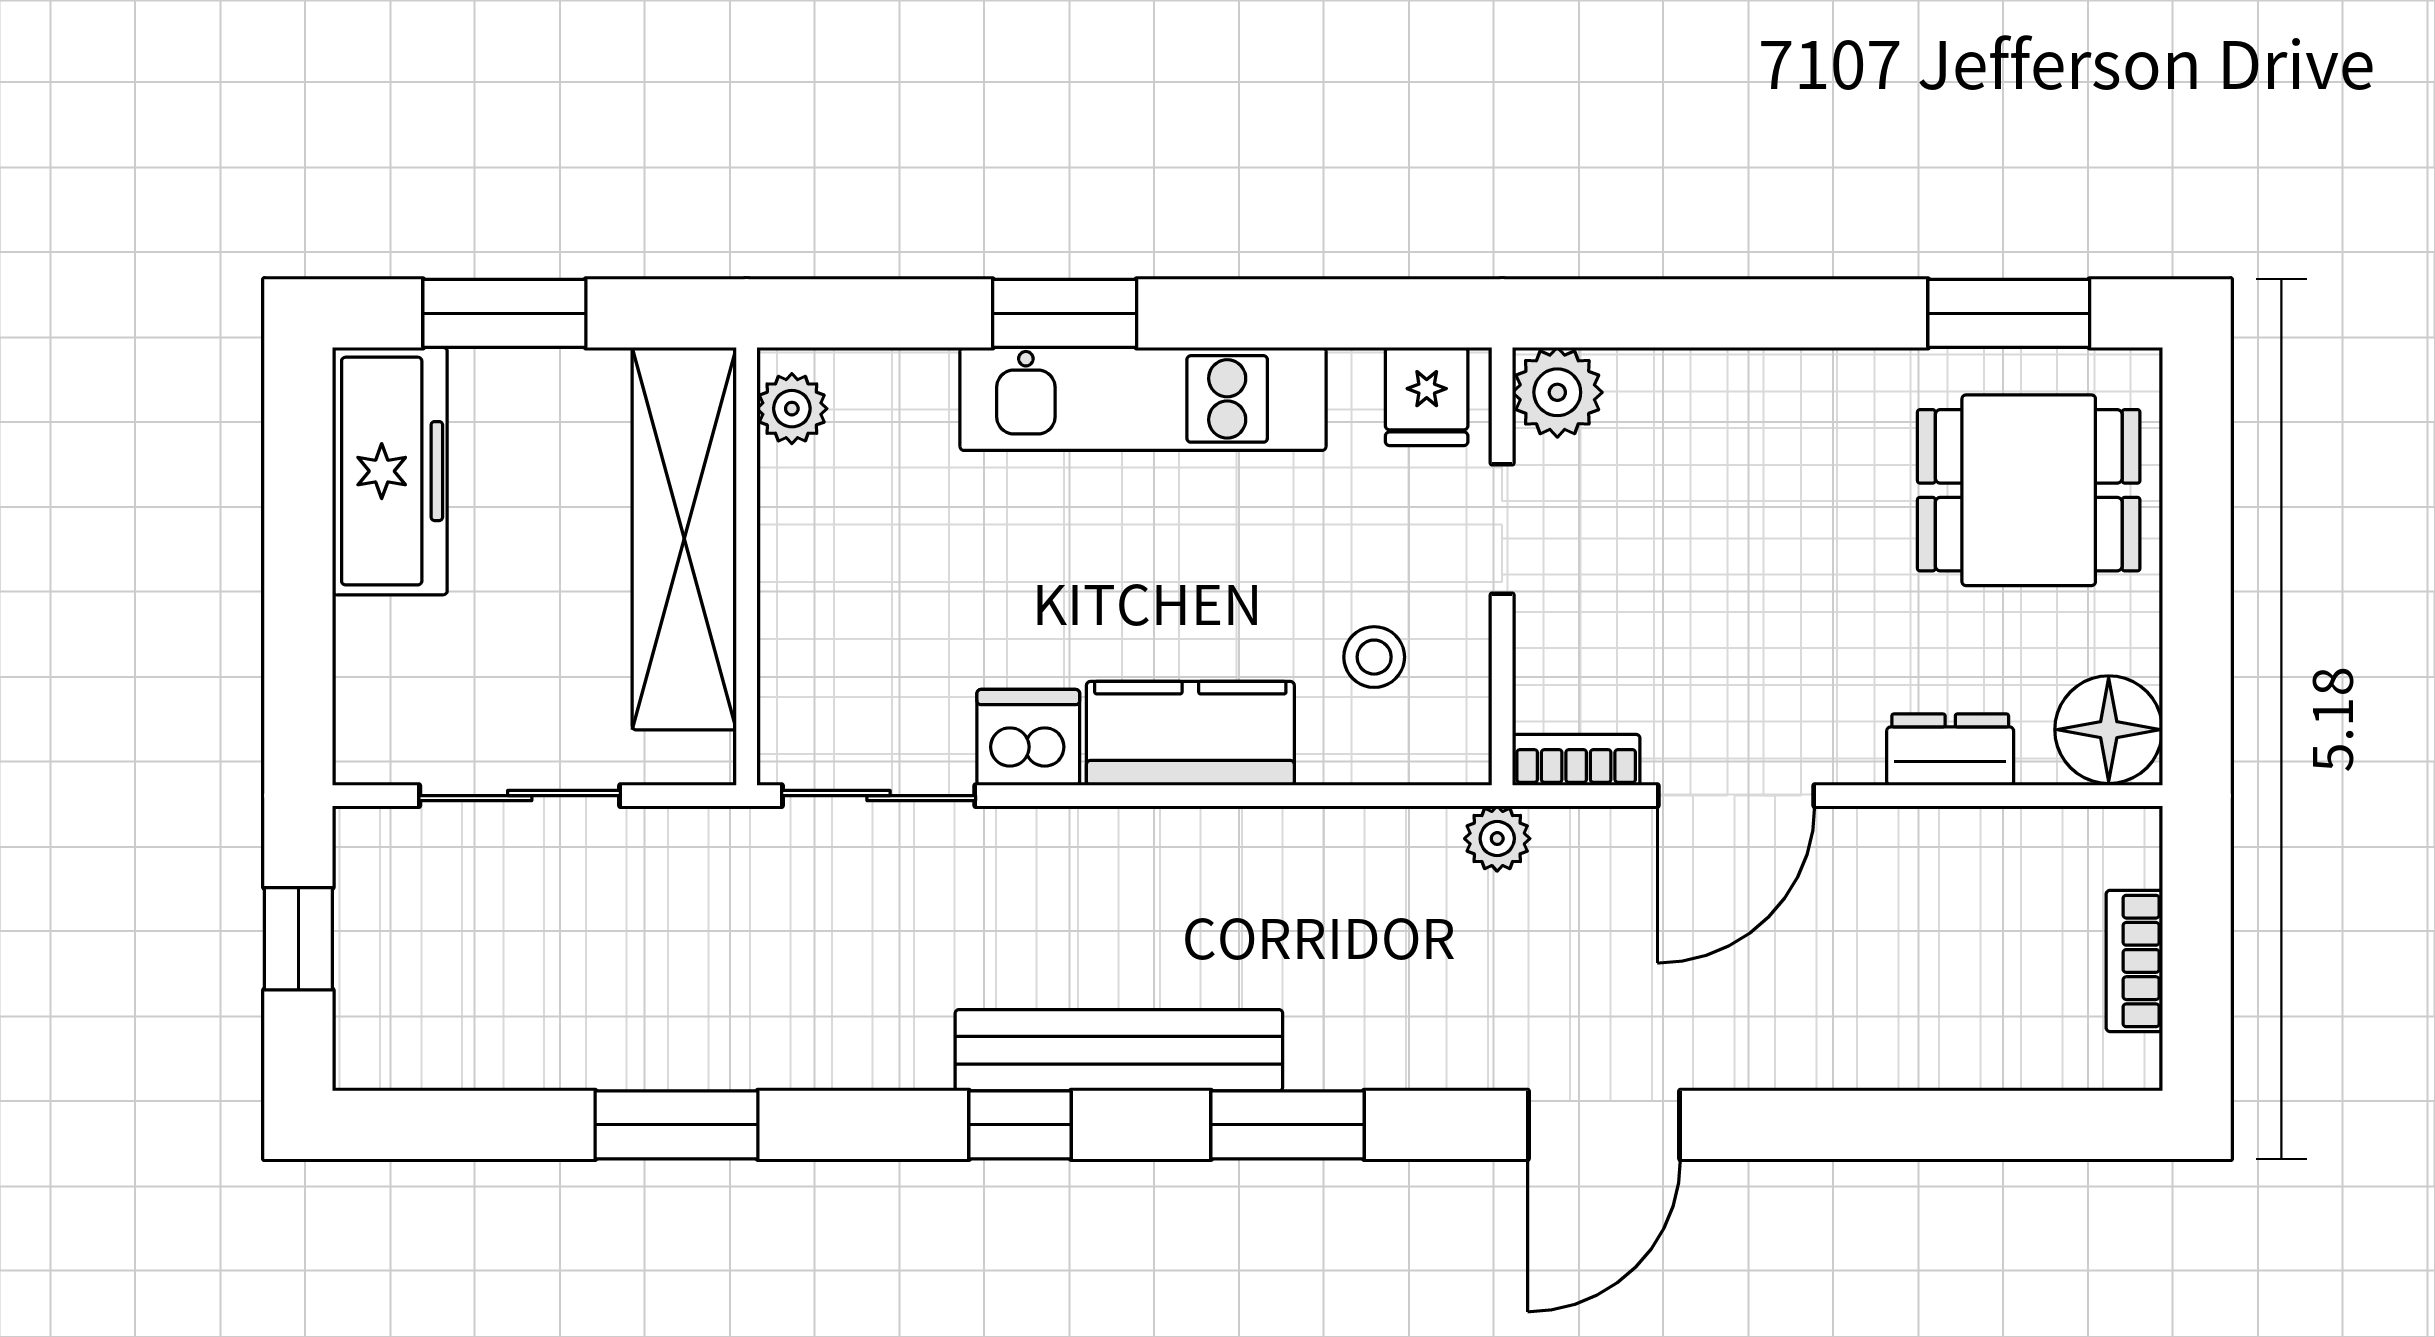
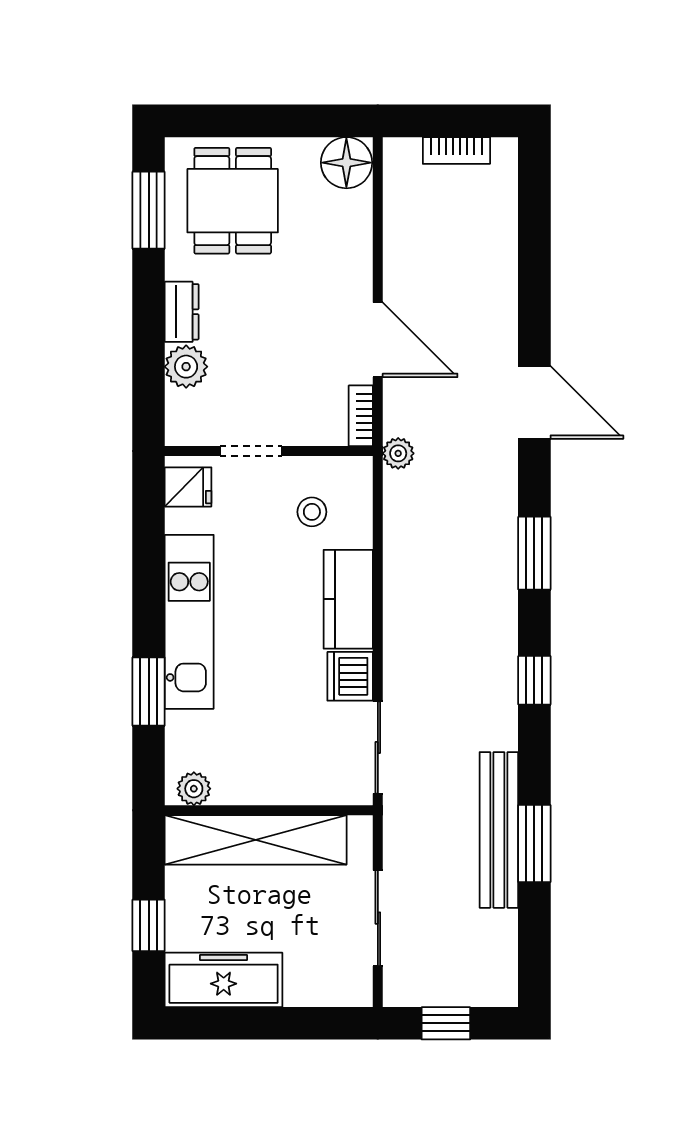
window: (504, 313) -> (149, 925), width x0.67
window: (1065, 313) -> (149, 691), moved
plant: (1557, 392) -> (186, 367), moved
dresser: (1950, 750) -> (182, 312), moved, turned 180
bench: (1119, 1050) -> (499, 830), moved

